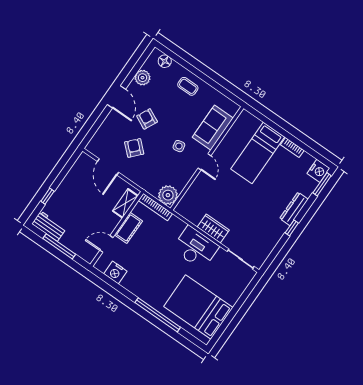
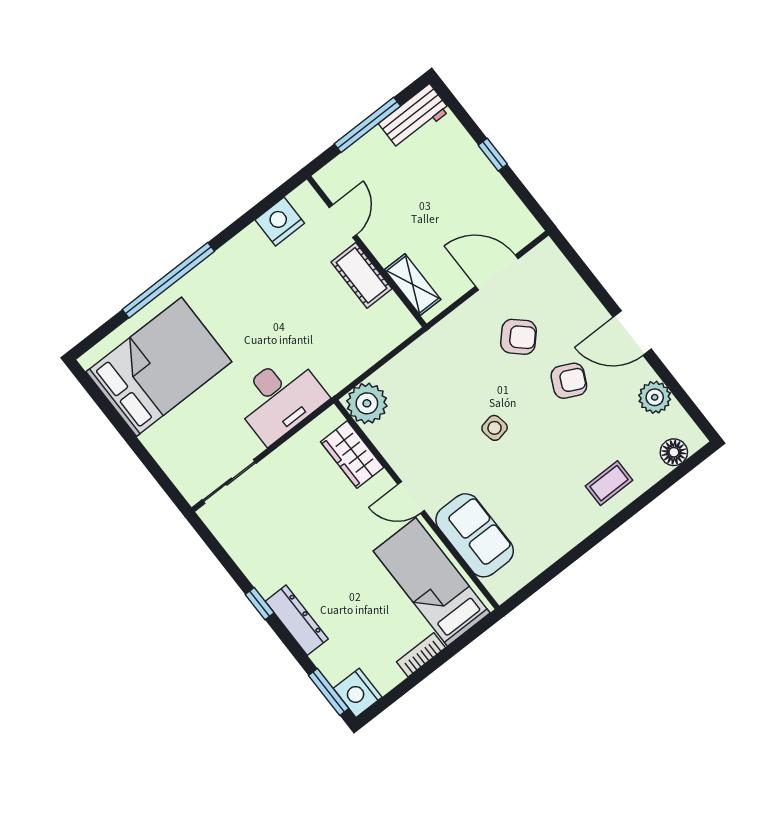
sofa: (213, 128) -> (475, 535), moved
wall: (207, 158) -> (417, 505), moved
door: (204, 162) -> (411, 497), moved
plant: (168, 195) -> (367, 403), moved
window: (47, 196) -> (493, 155), moved
bookcase: (155, 207) -> (387, 343), removed
wardrobe: (213, 228) -> (352, 455), moved, turned 90

